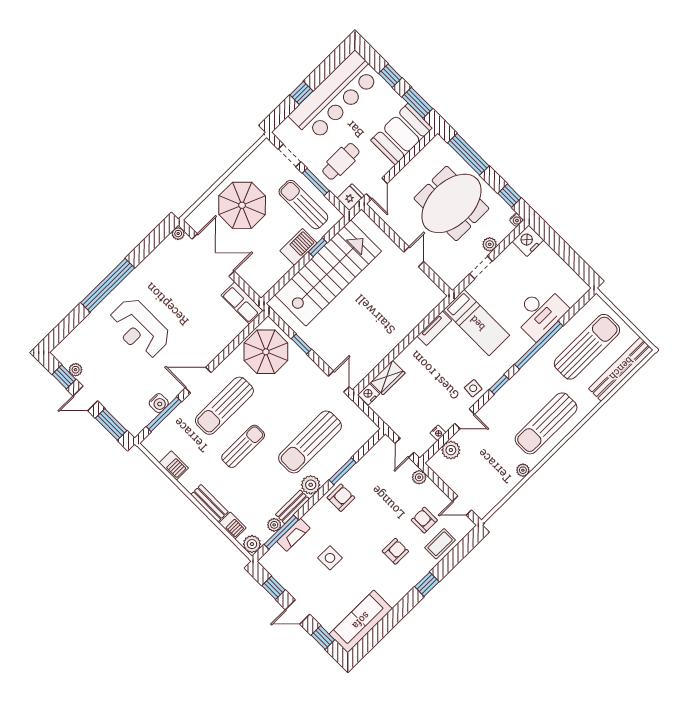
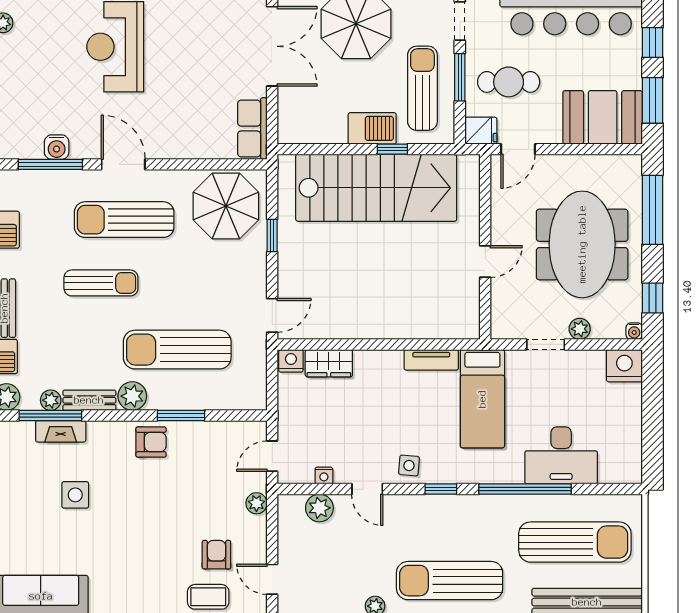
meeting table: (451, 203) -> (582, 244), turned 90
armchair: (395, 551) -> (152, 557), removed

